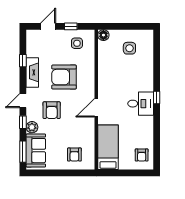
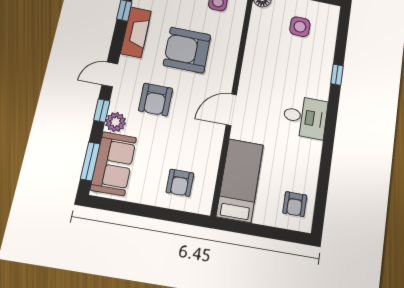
window: (157, 97) -> (337, 75), moved

